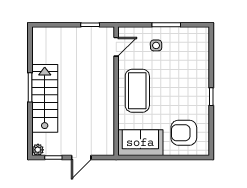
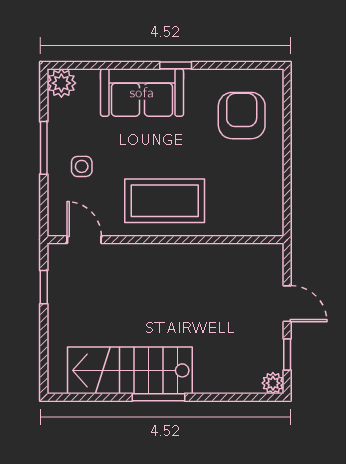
plant: (202, 34) -> (61, 83), added
stairs: (45, 98) -> (130, 370), moved
armchair: (184, 133) -> (242, 116), turned 180
sofa: (140, 143) -> (142, 93), moved, turned -90

